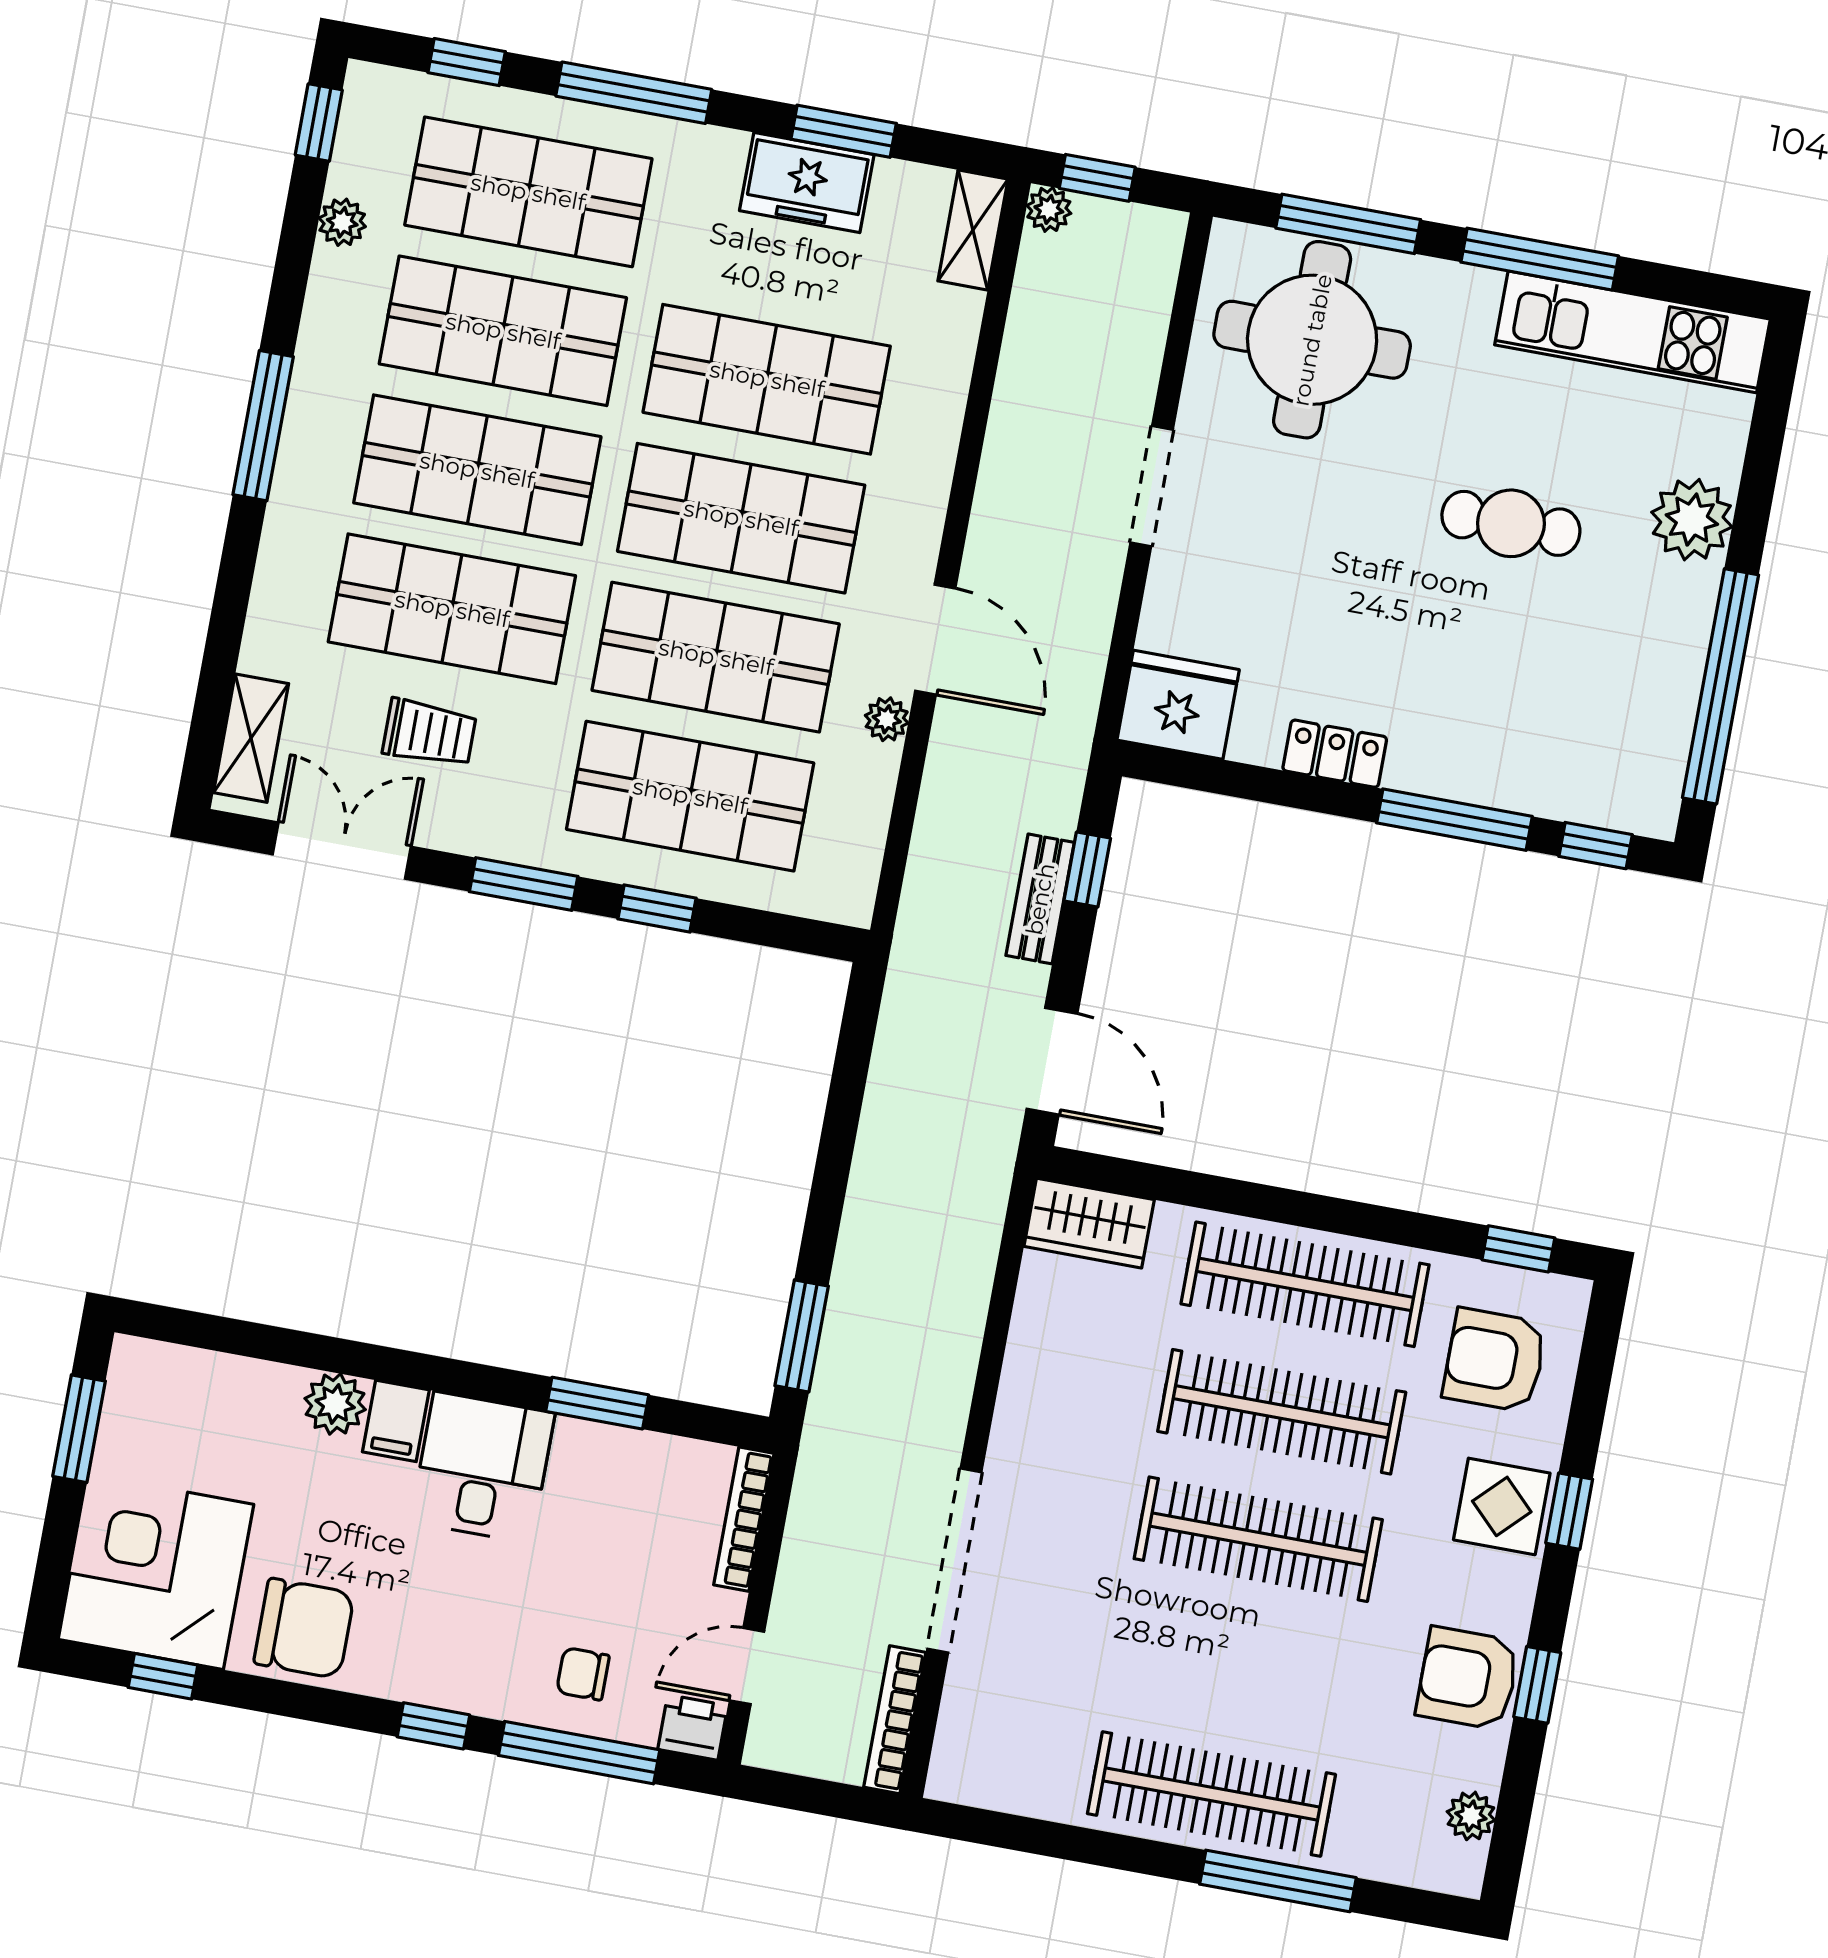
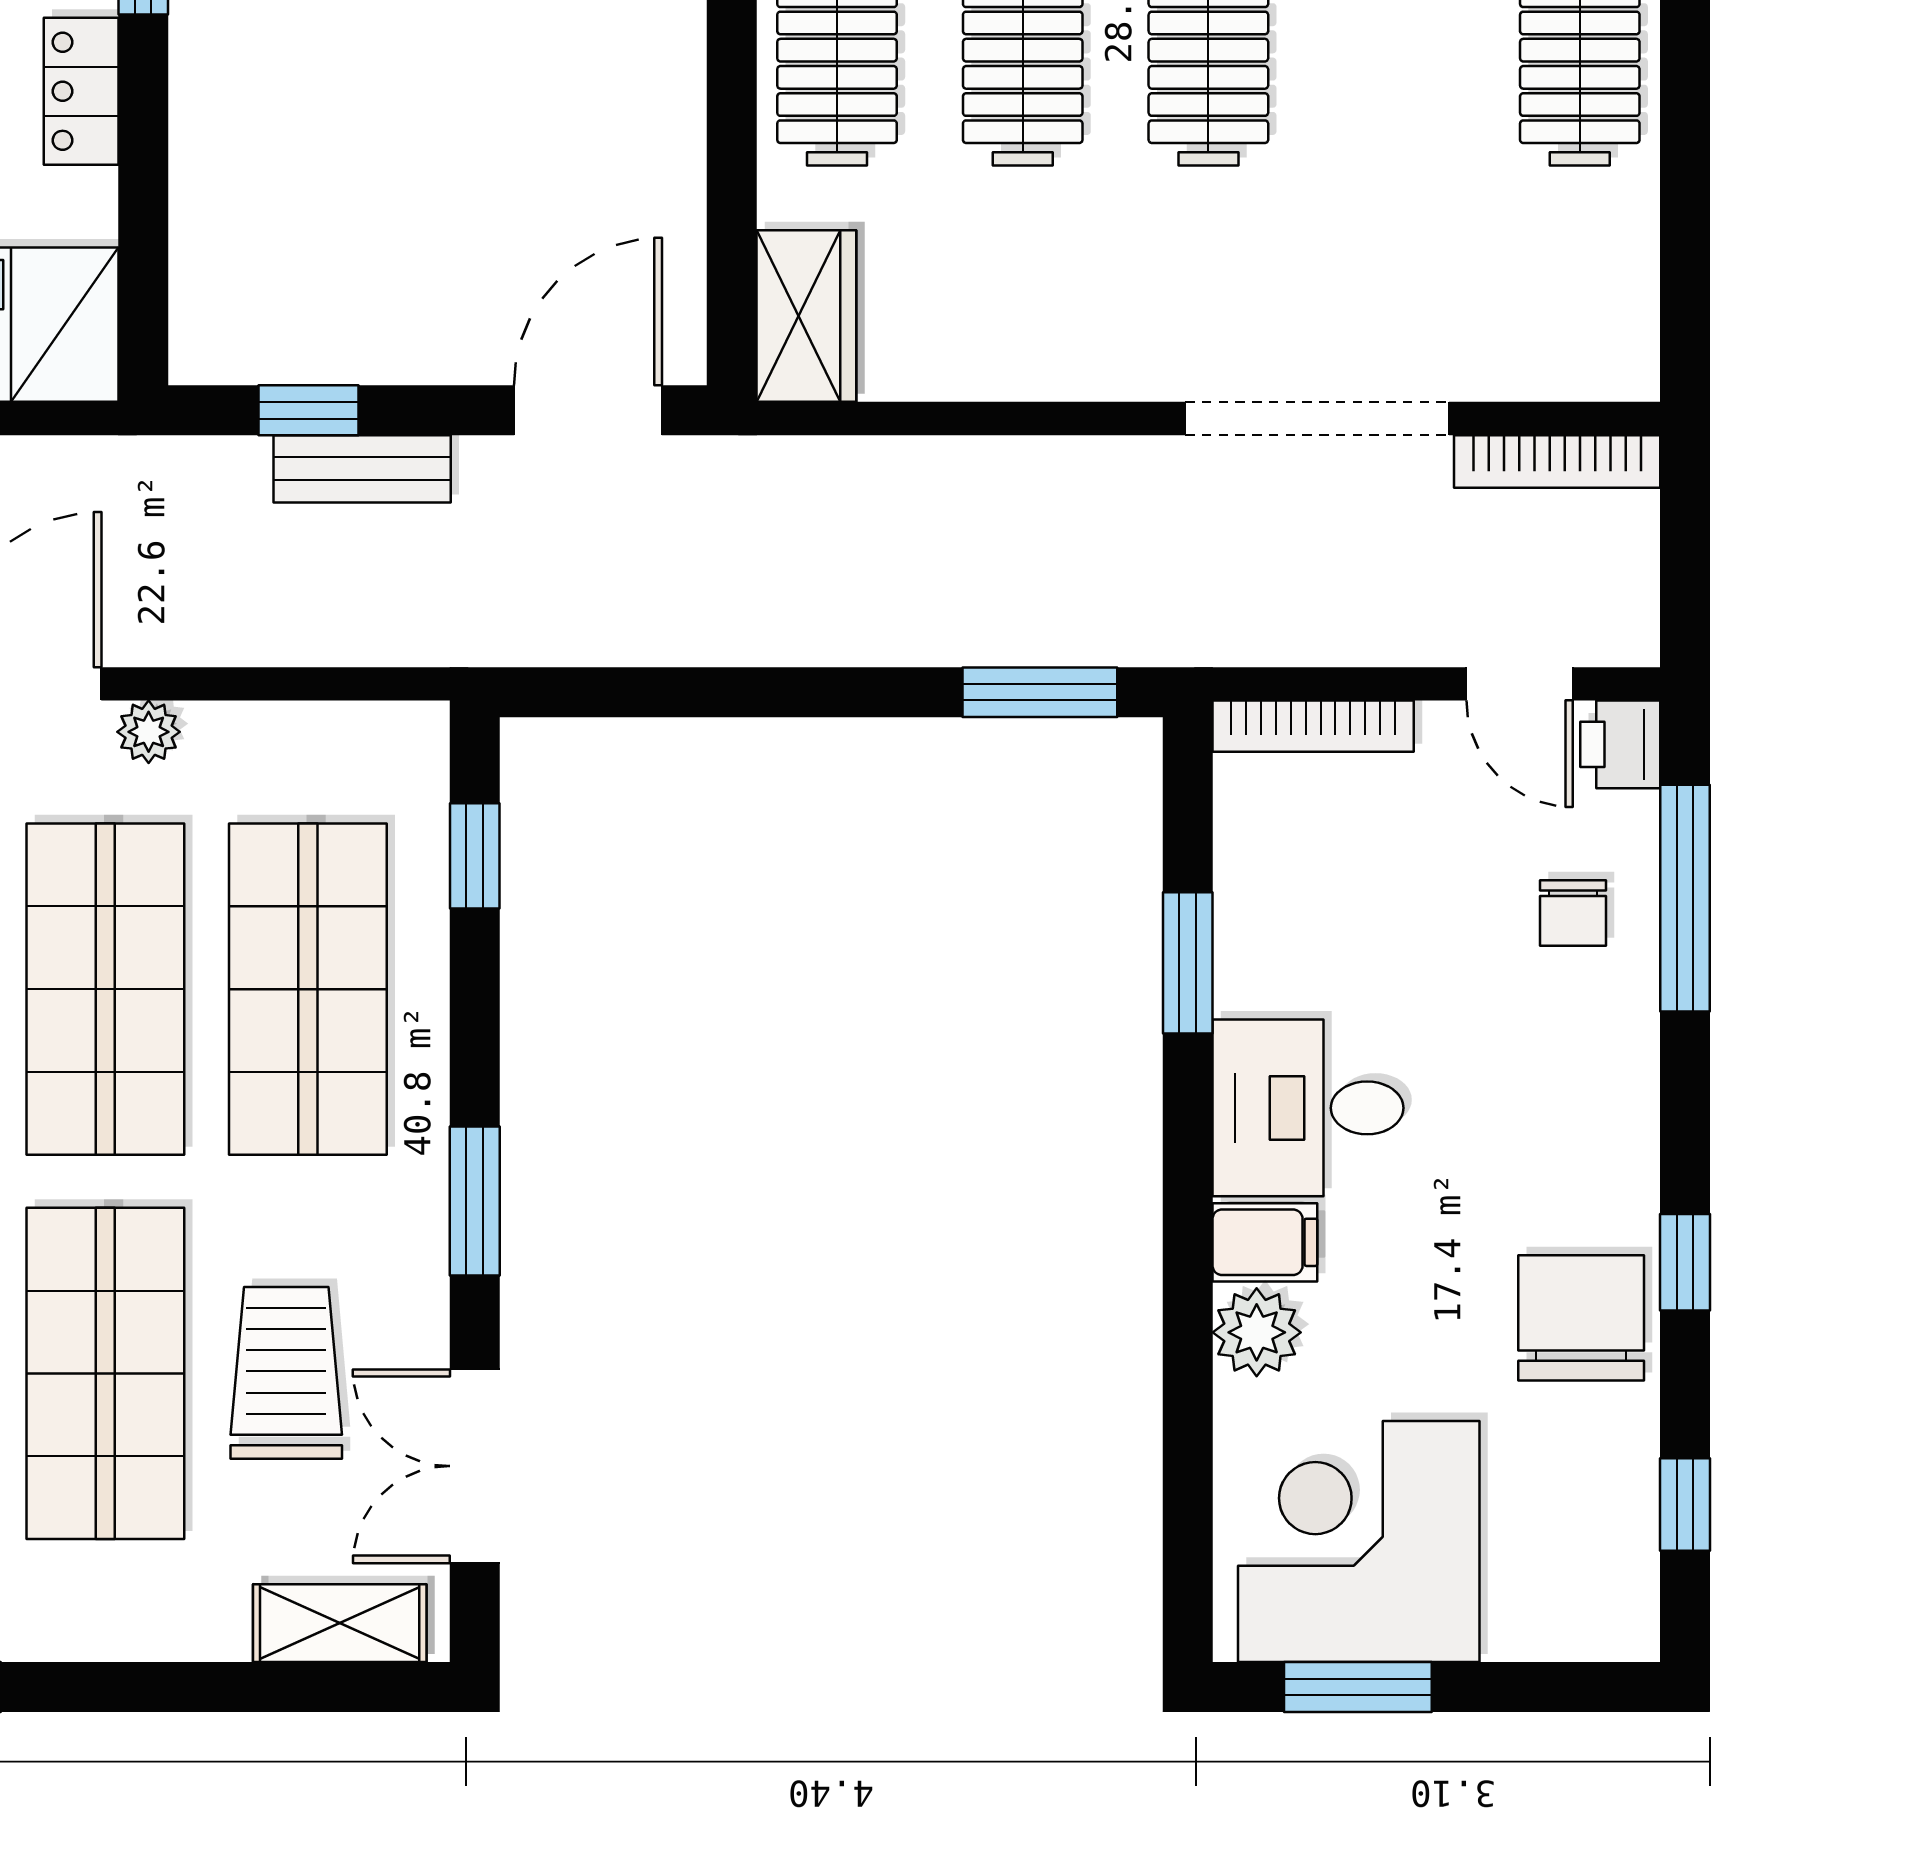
trolley: (429, 733) -> (286, 1373), width x1.36, depth x1.39
window: (657, 908) -> (475, 856), moved
corner desk: (156, 1572) -> (1359, 1541), moved, turned 90
window: (433, 1726) -> (1685, 1262), moved

